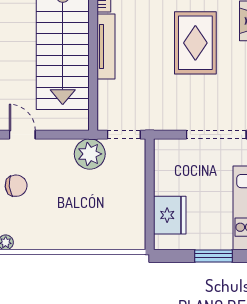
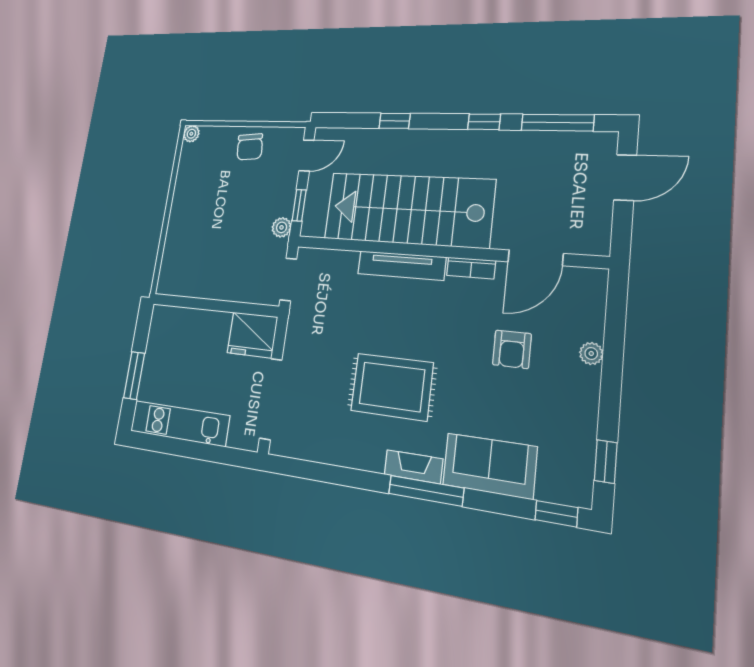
window: (64, 135) -> (299, 205), added
plant: (90, 154) -> (282, 227), width x0.53, depth x0.53
fridge: (170, 215) -> (252, 335), moved

